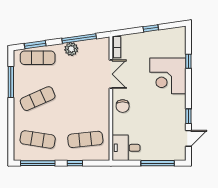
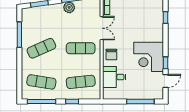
exercise mat: (38, 58) -> (81, 48), moved
corner desk: (168, 76) -> (149, 57), moved
desk: (126, 148) -> (114, 77), moved

